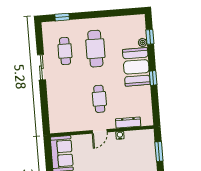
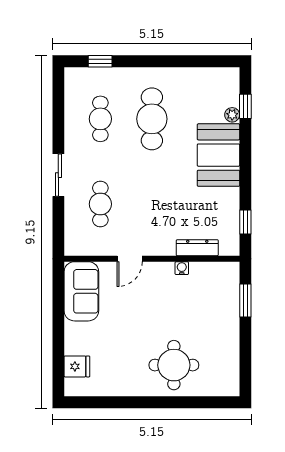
sliding door: (41, 67) -> (58, 175), moved
window: (153, 78) -> (245, 222), moved
cafe table: (99, 99) -> (100, 204), moved
door: (100, 131) -> (130, 259), moved

